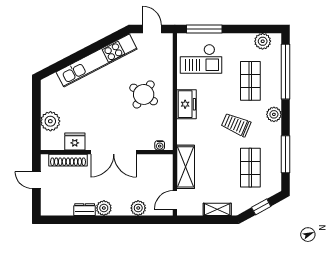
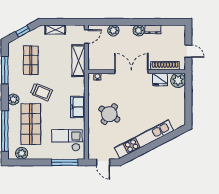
shop shelf: (250, 81) -> (31, 124), width x1.43, depth x1.36
plant: (50, 121) -> (178, 80), moved

